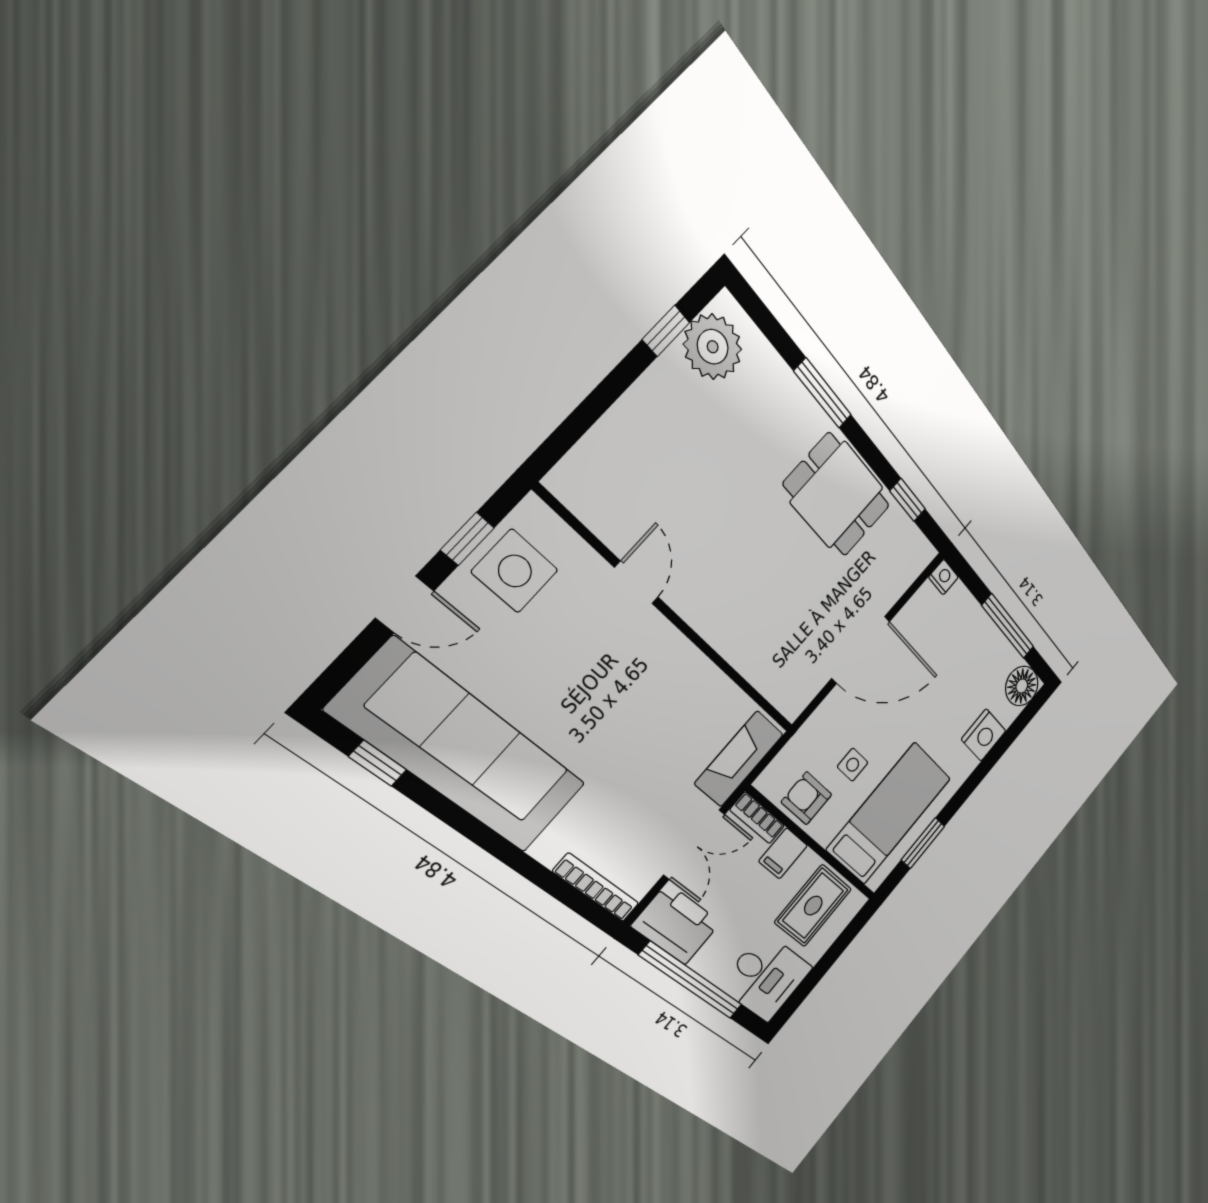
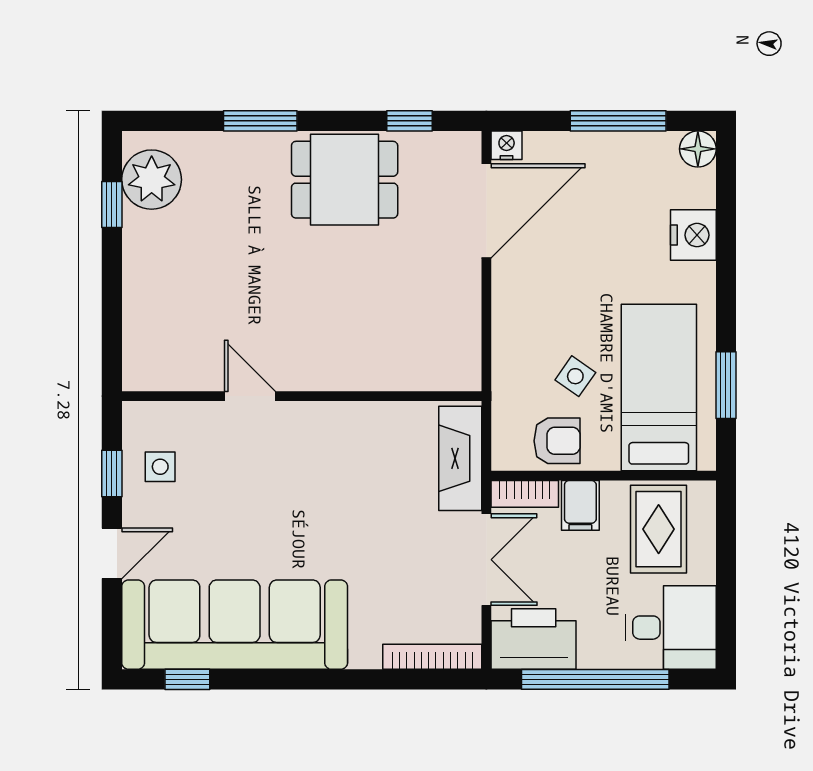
side table: (515, 571) -> (160, 467), width x0.54, depth x0.54
door: (861, 650) -> (486, 211), moved
floor lamp: (1022, 686) -> (698, 149), width x0.73, depth x0.73
side table: (853, 765) -> (575, 376), turned 35
armchair: (807, 798) -> (557, 441), turned 180

